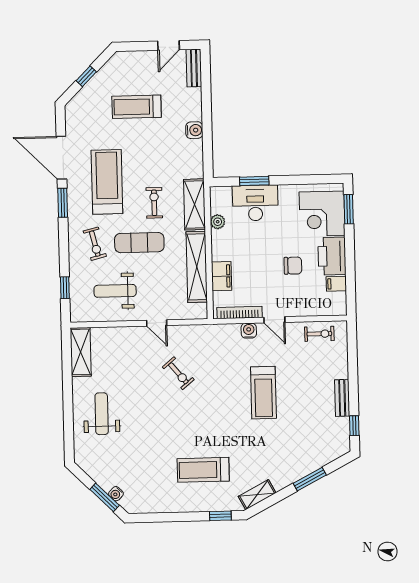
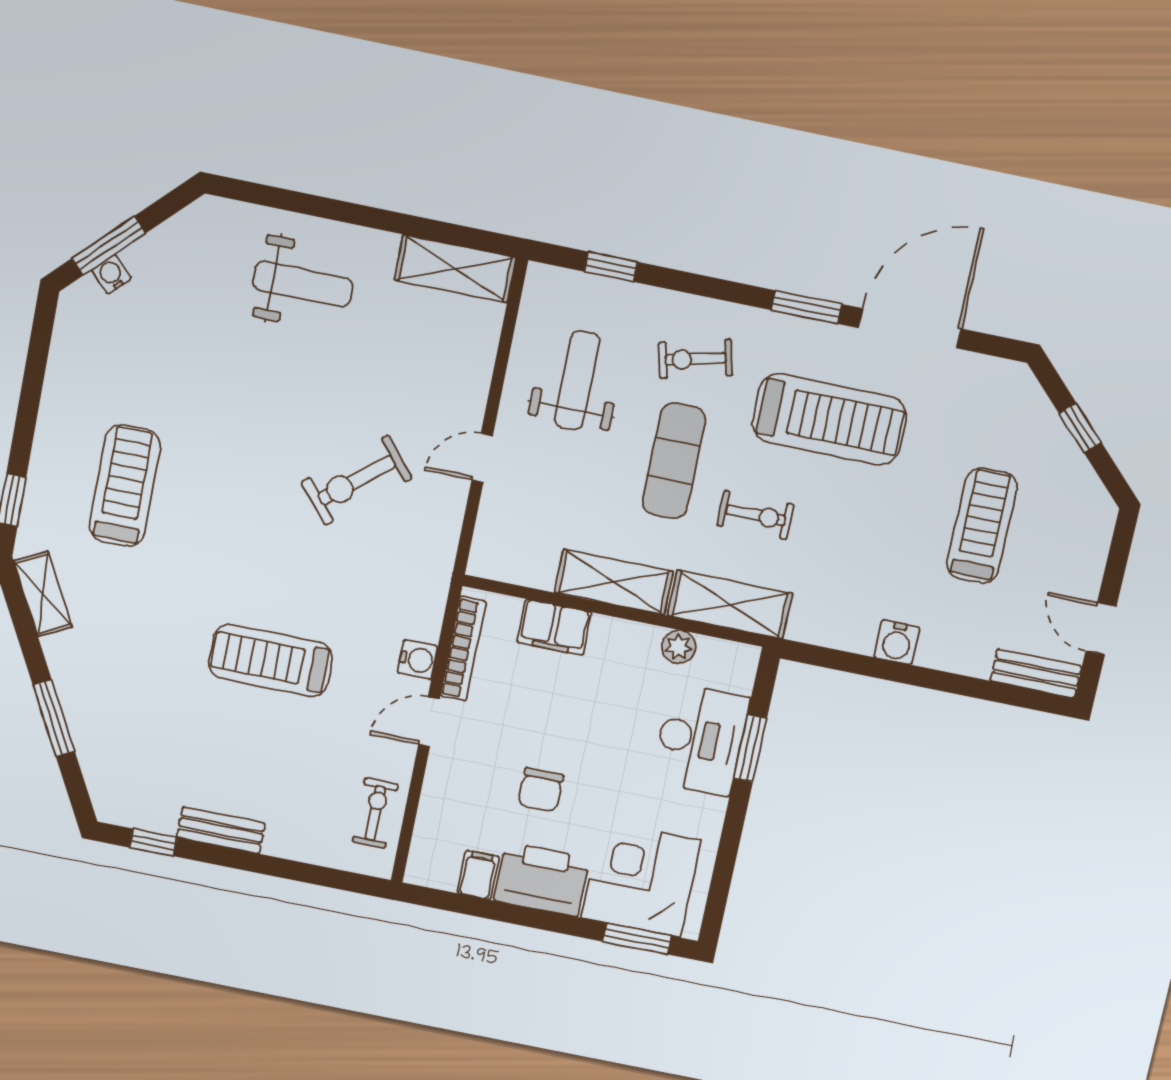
shelving: (197, 267) -> (614, 582), width x0.68
exercise bike: (319, 334) -> (375, 813), turned 180
exercise bike: (178, 373) -> (357, 480), width x1.38, depth x1.39

